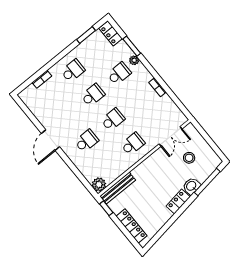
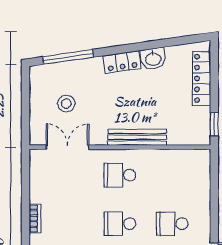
plant: (99, 184) -> (200, 160), removed
washbasin: (191, 186) -> (153, 59), moved
bench: (118, 188) -> (137, 137), moved

